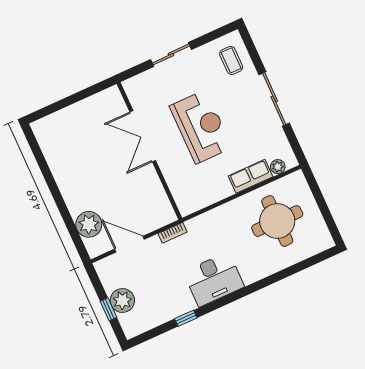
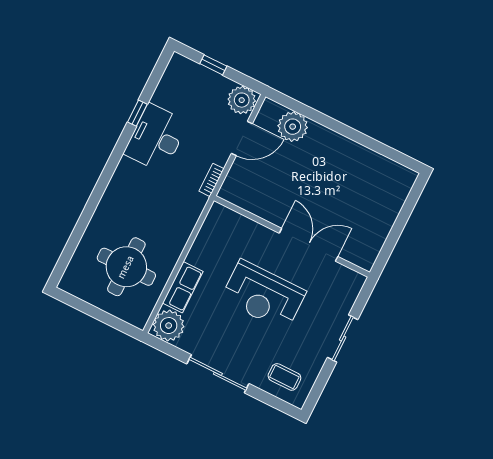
plant: (278, 167) -> (169, 326), width x1.87, depth x1.87
desk: (214, 279) -> (156, 138), moved
plant: (122, 301) -> (242, 100), moved

